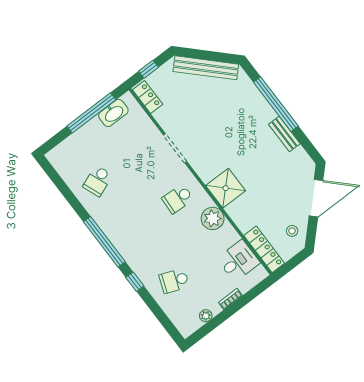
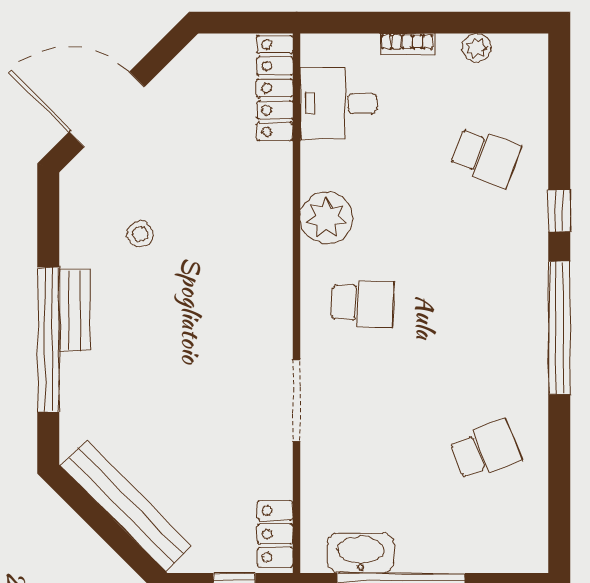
bench: (284, 134) -> (75, 310), moved
shower: (226, 188) -> (260, 256), removed
stool: (292, 231) -> (140, 234), moved

